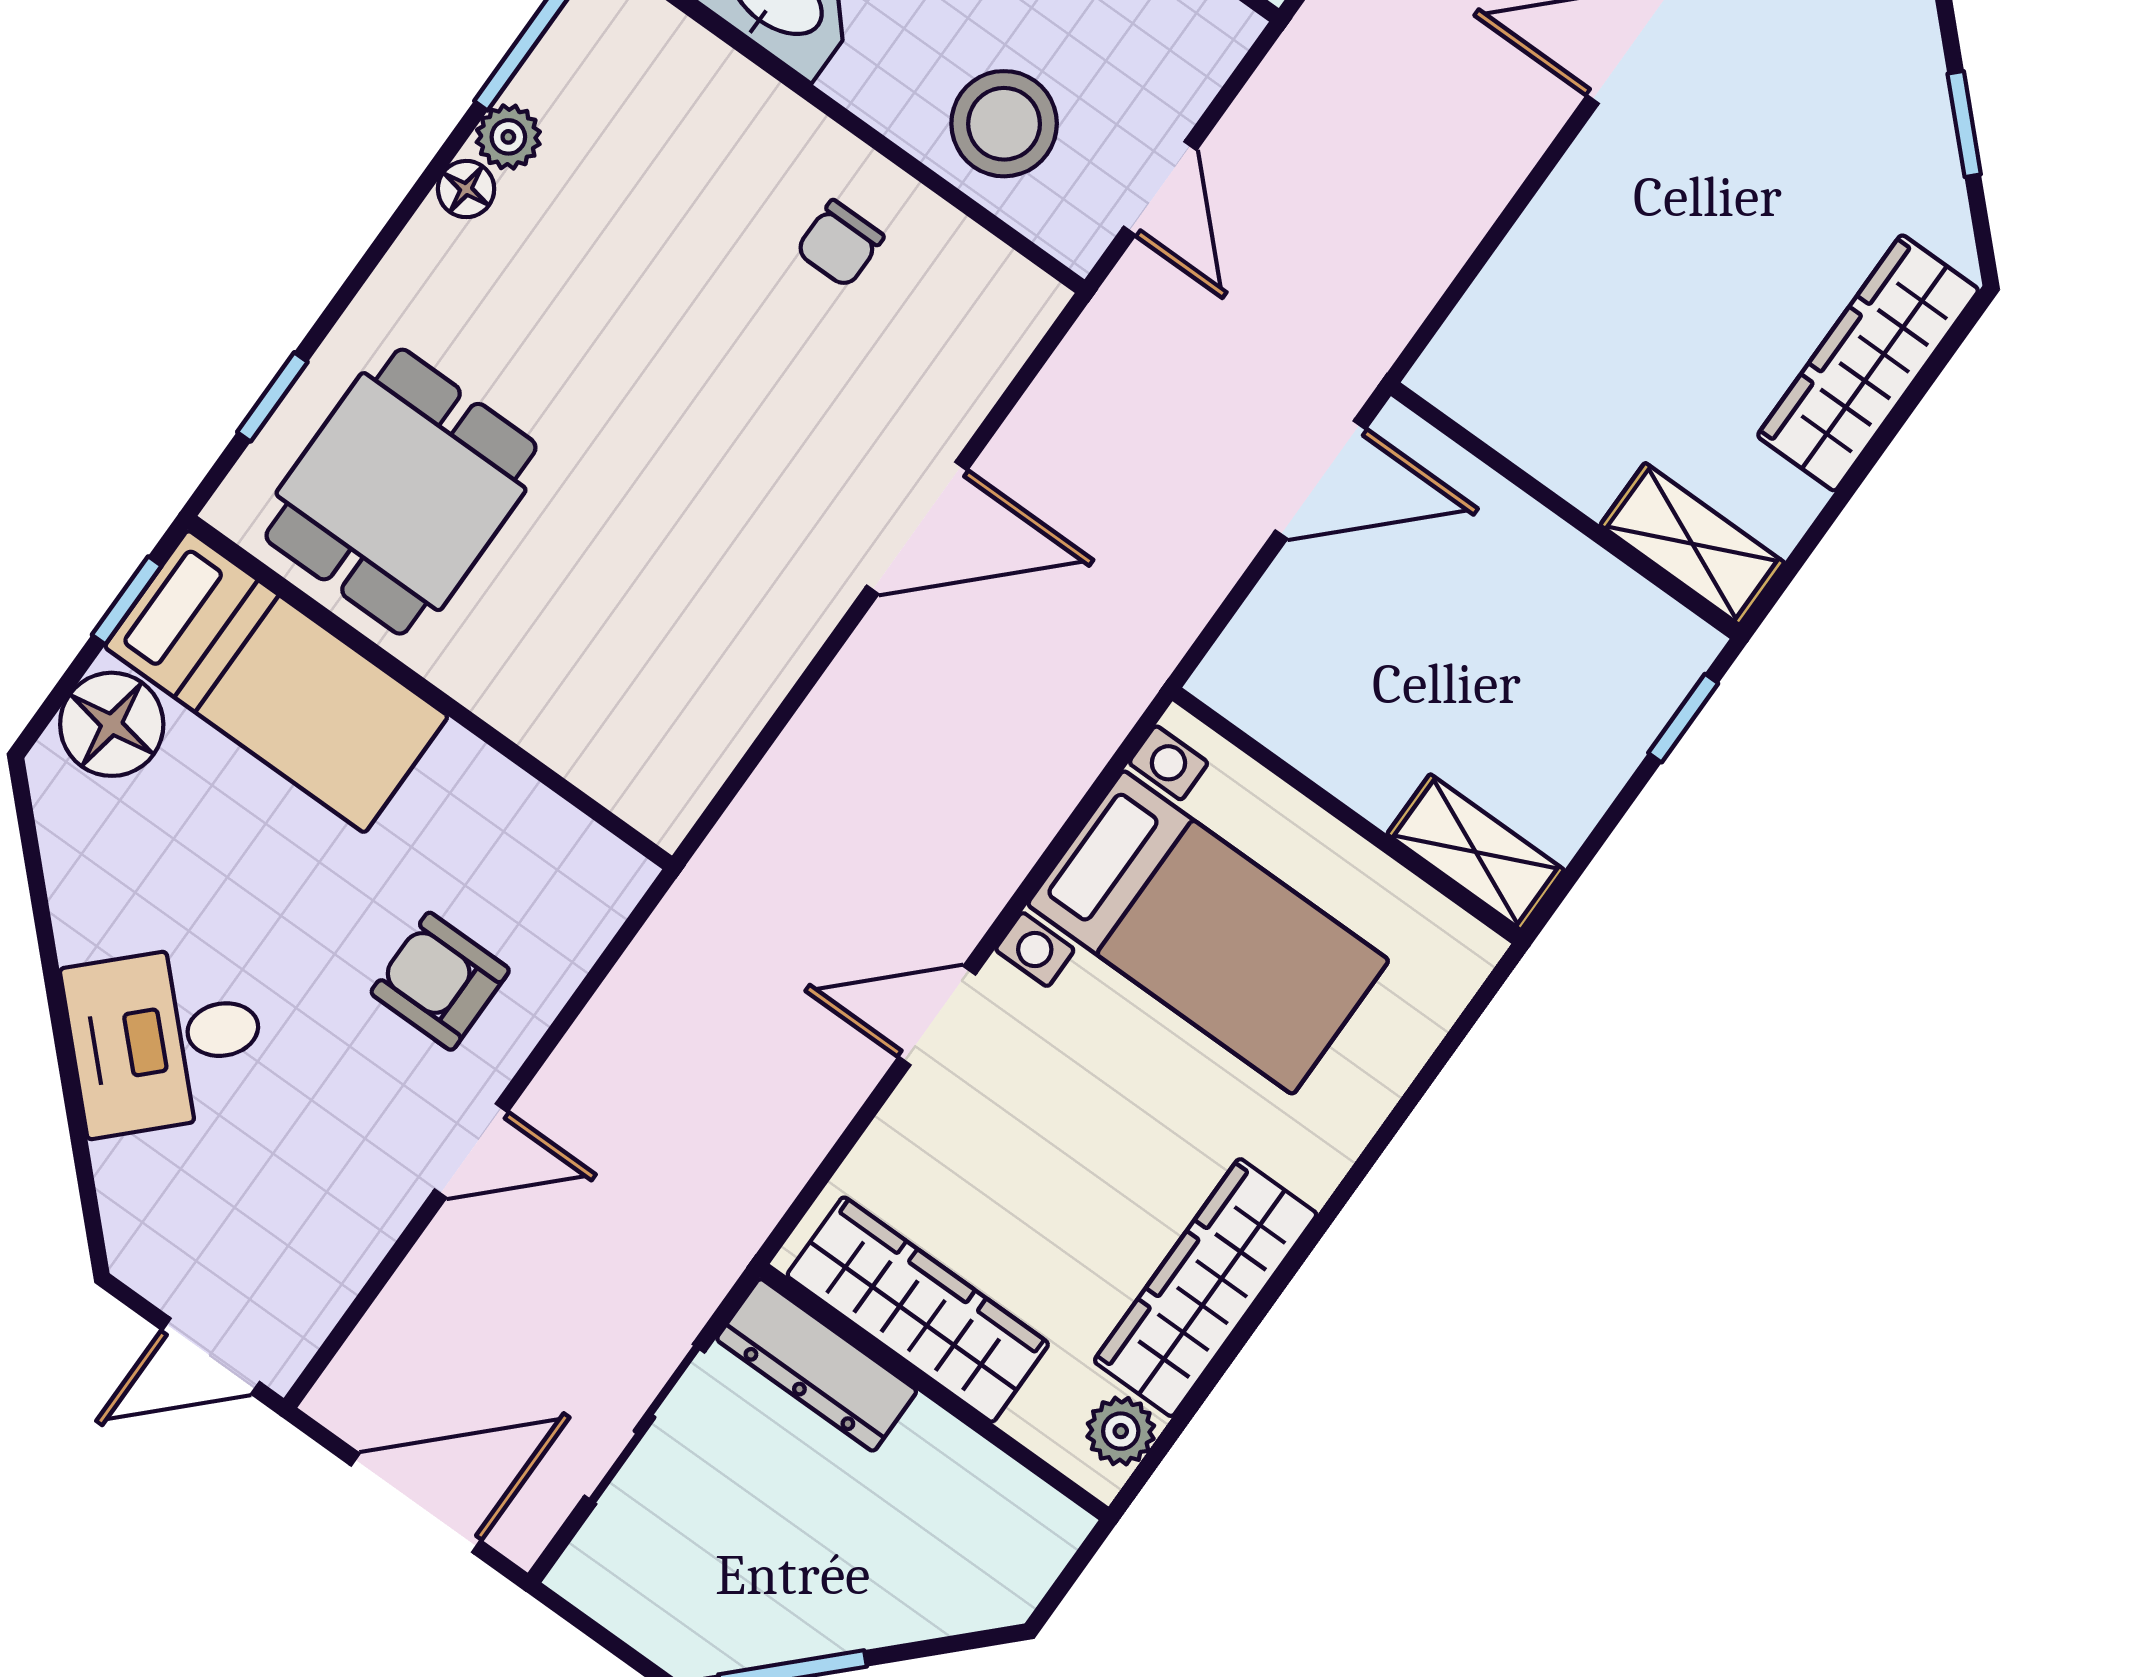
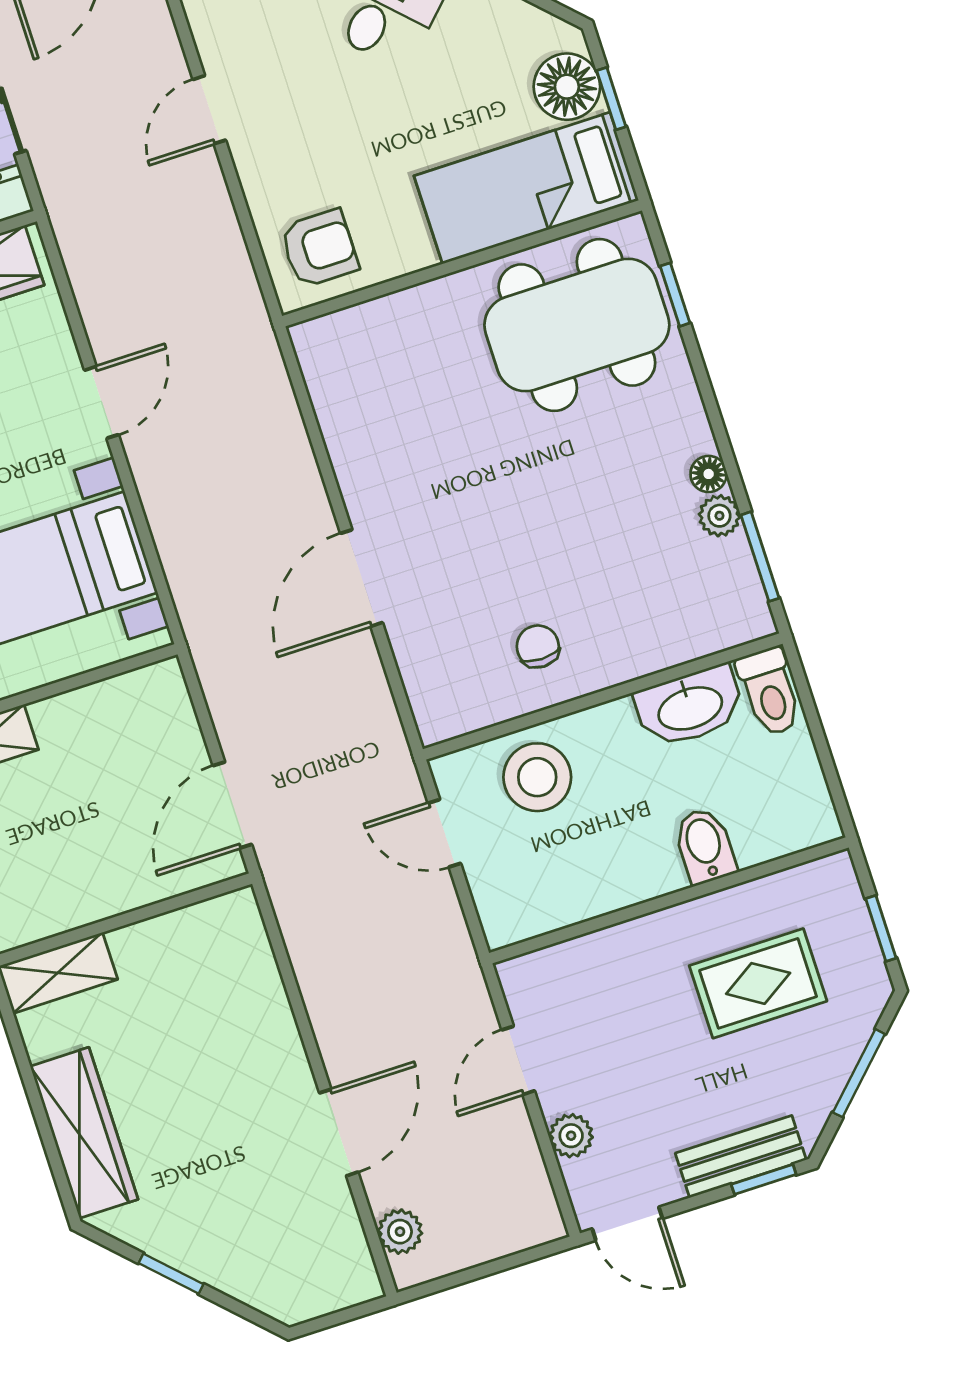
dining table: (401, 492) -> (577, 325), width x1.38
window: (127, 600) -> (611, 99), moved
armchair: (440, 981) -> (319, 248), moved

